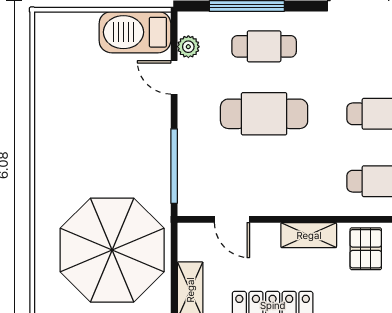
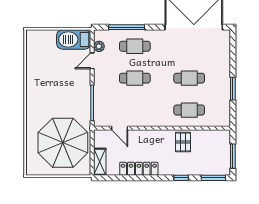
door: (174, 77) -> (92, 61), hinge flipped
cafe table: (264, 114) -> (135, 78), width x0.73, depth x0.74
shelving: (309, 235) -> (156, 136), removed

